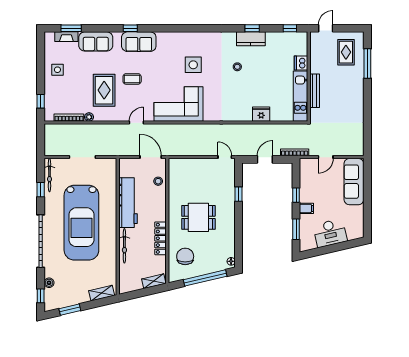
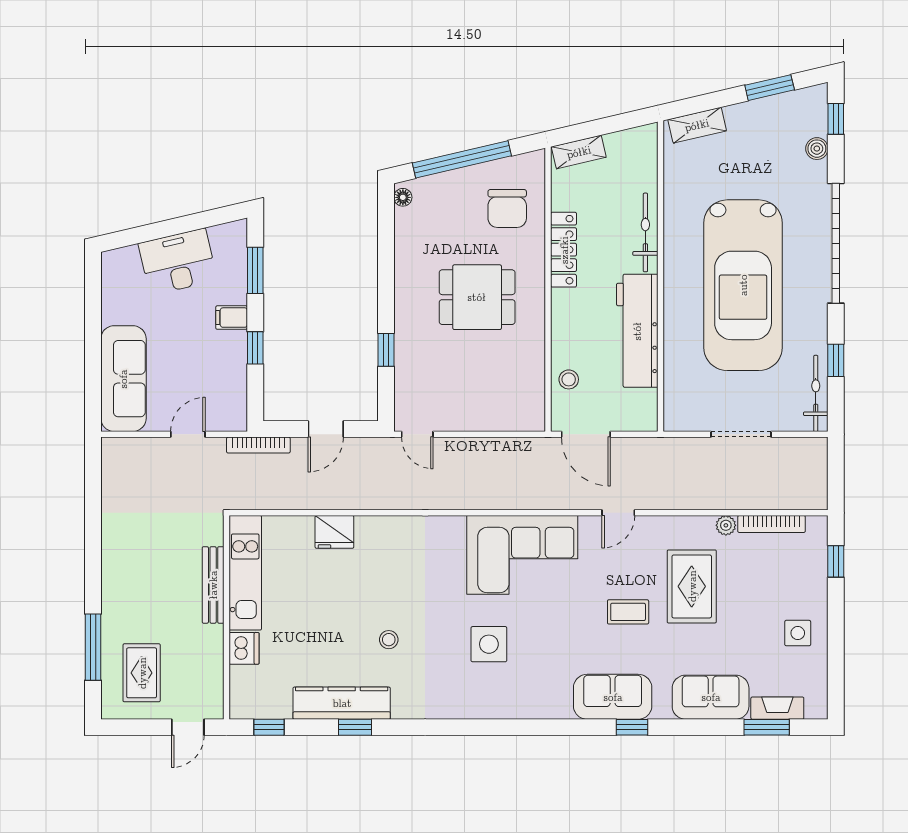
kitchen counter: (251, 39) -> (342, 703), width x1.50
car: (81, 223) -> (743, 285), turned 180

